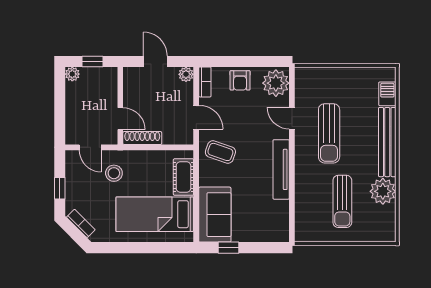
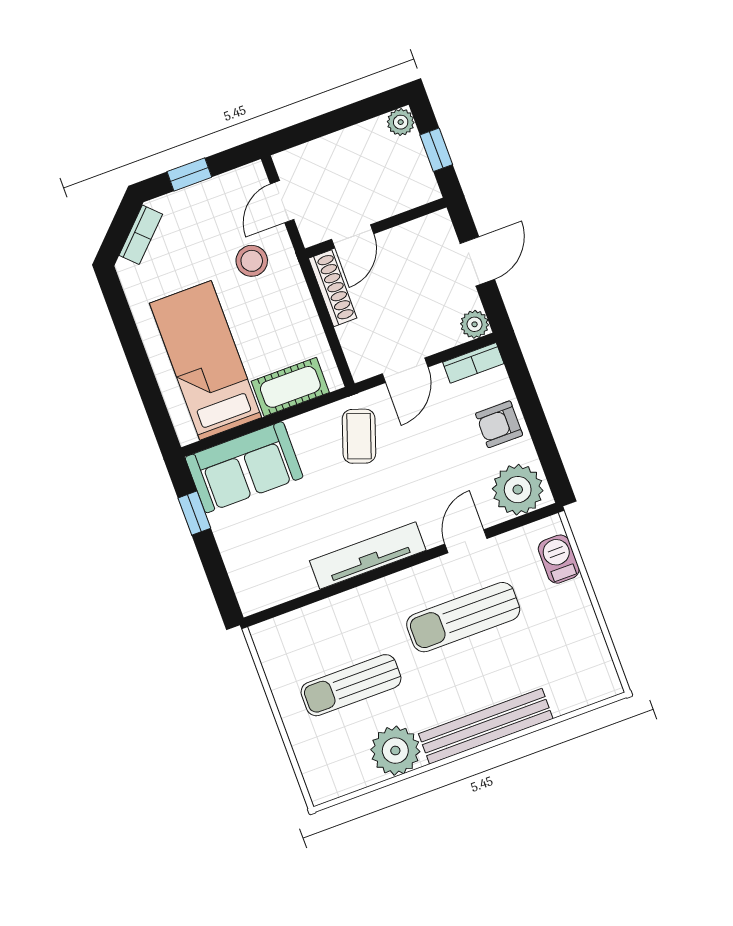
barbecue: (387, 94) -> (559, 559), moved, turned -90

